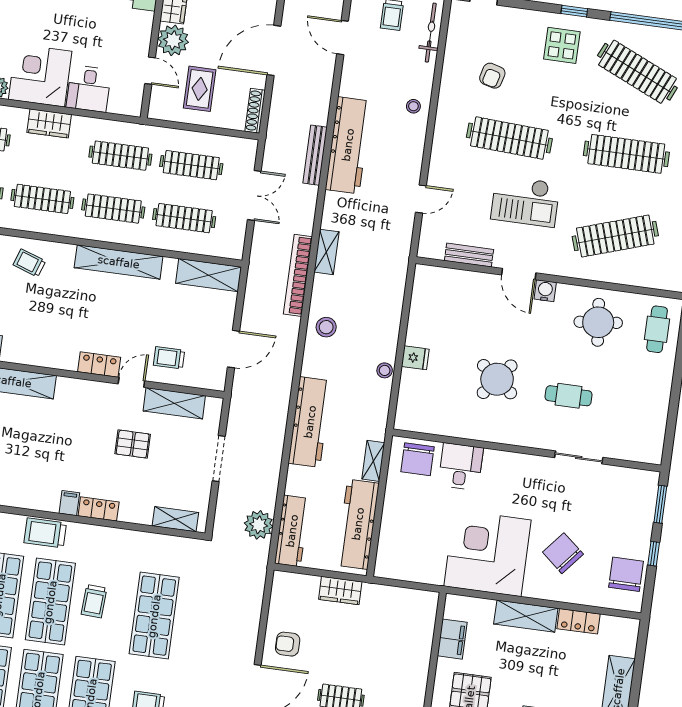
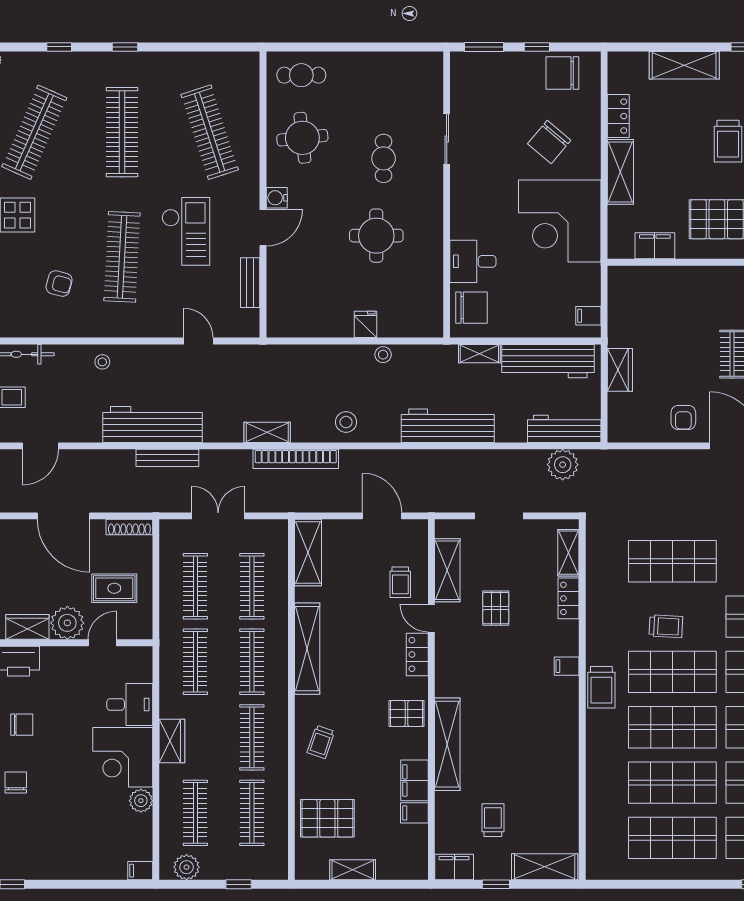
pallet: (45, 347) -> (406, 713), added
round table: (497, 379) -> (376, 236), turned -38
locker: (99, 509) -> (569, 598), moved
filing cabinet: (395, 568) -> (588, 316), added

